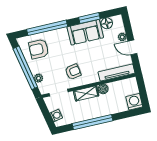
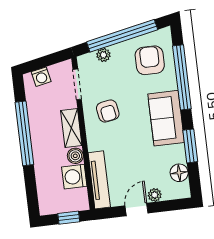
sofa: (85, 32) -> (166, 118), moved
window: (142, 89) -> (69, 218), added
washing machine: (134, 102) -> (74, 177), moved, turned 180

